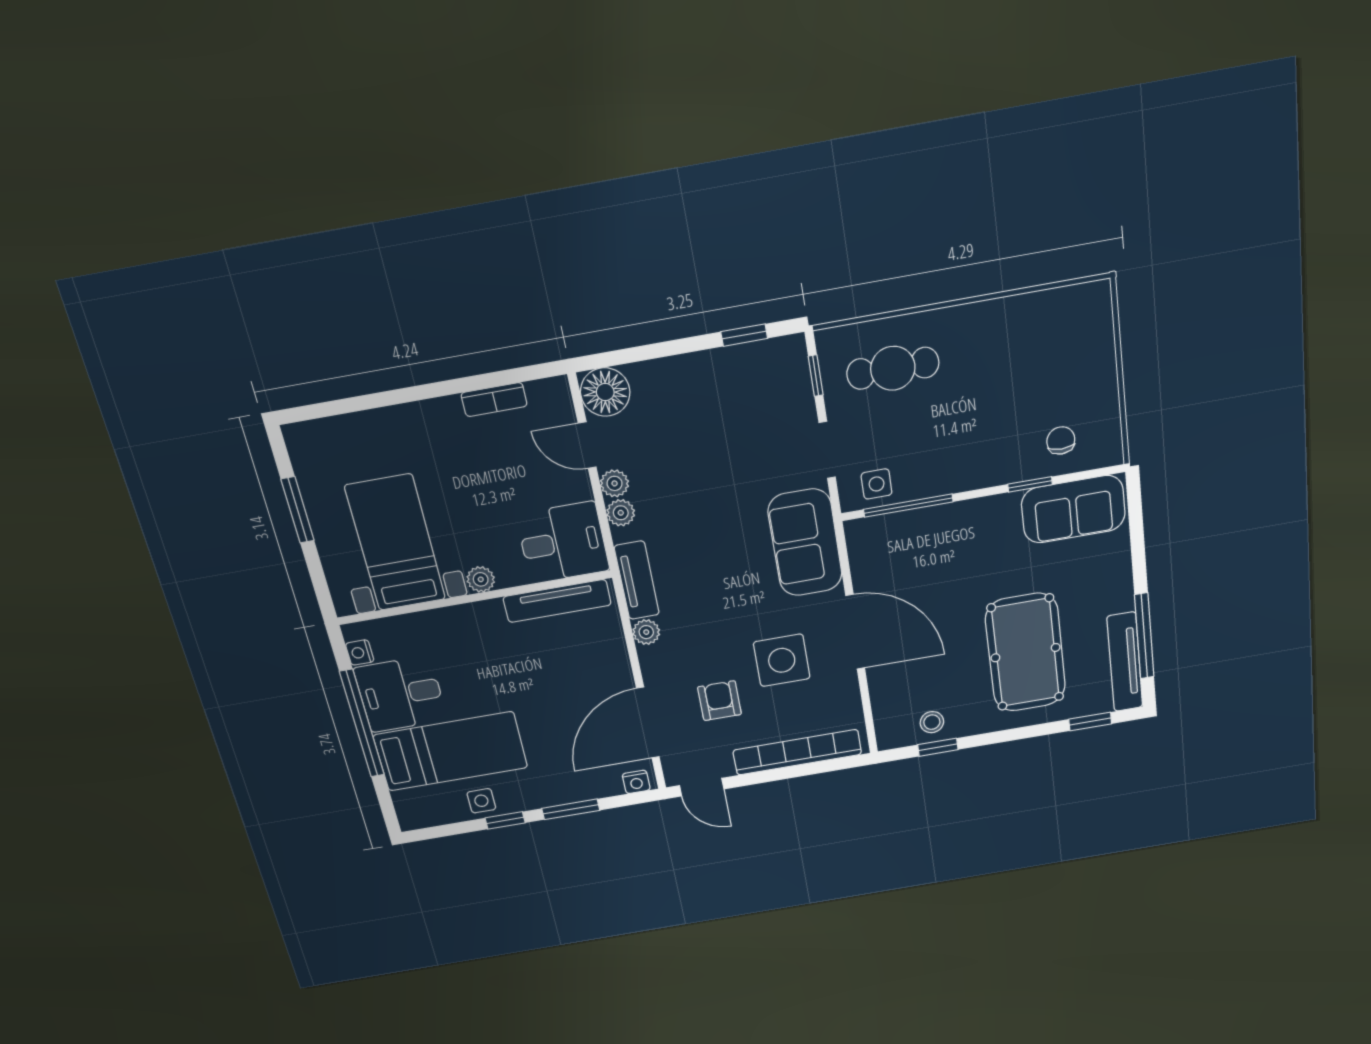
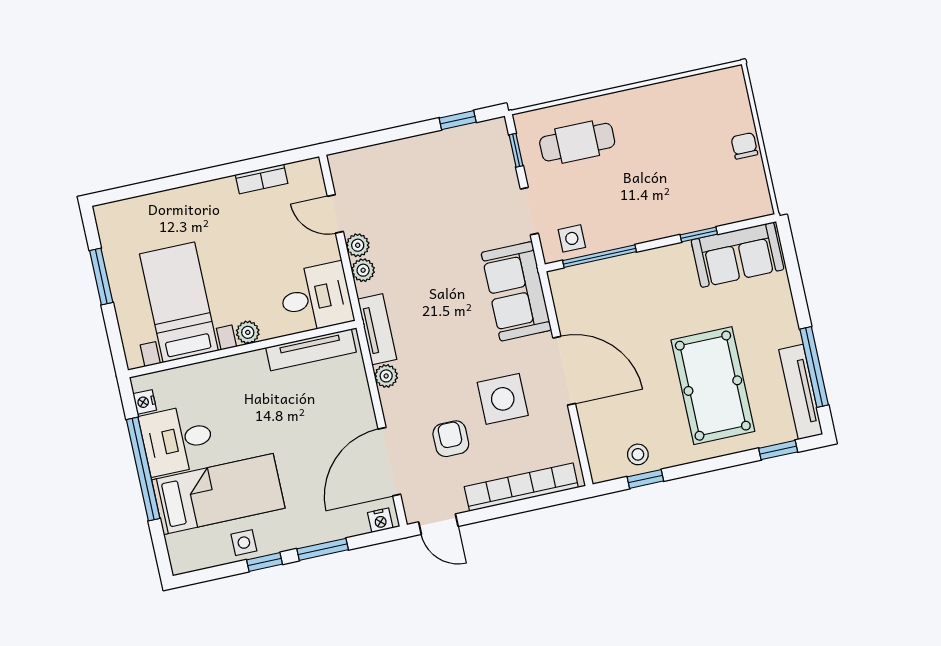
floor lamp: (605, 392) -> (349, 170), removed
chair: (1061, 440) -> (744, 146), moved

